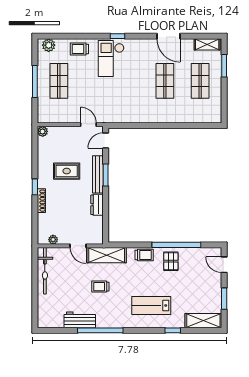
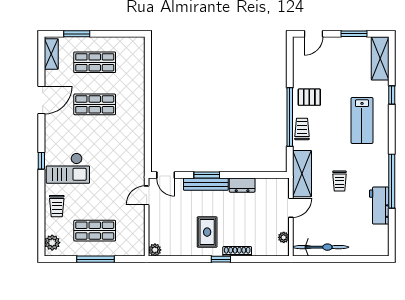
rug: (67, 171) -> (207, 232), moved
window: (176, 245) -> (290, 117), moved

